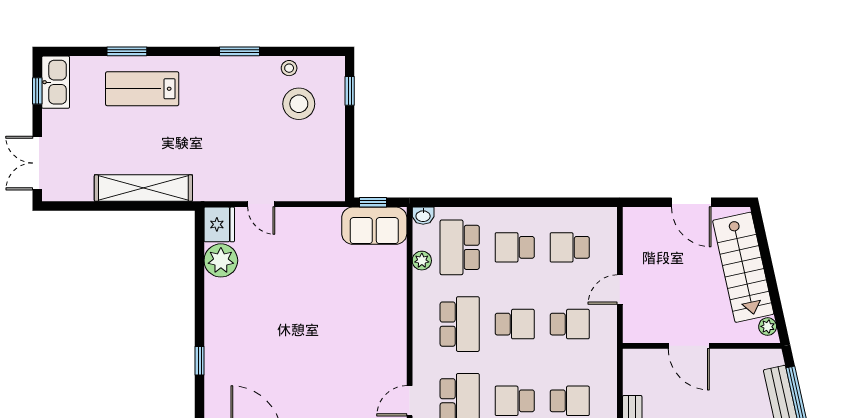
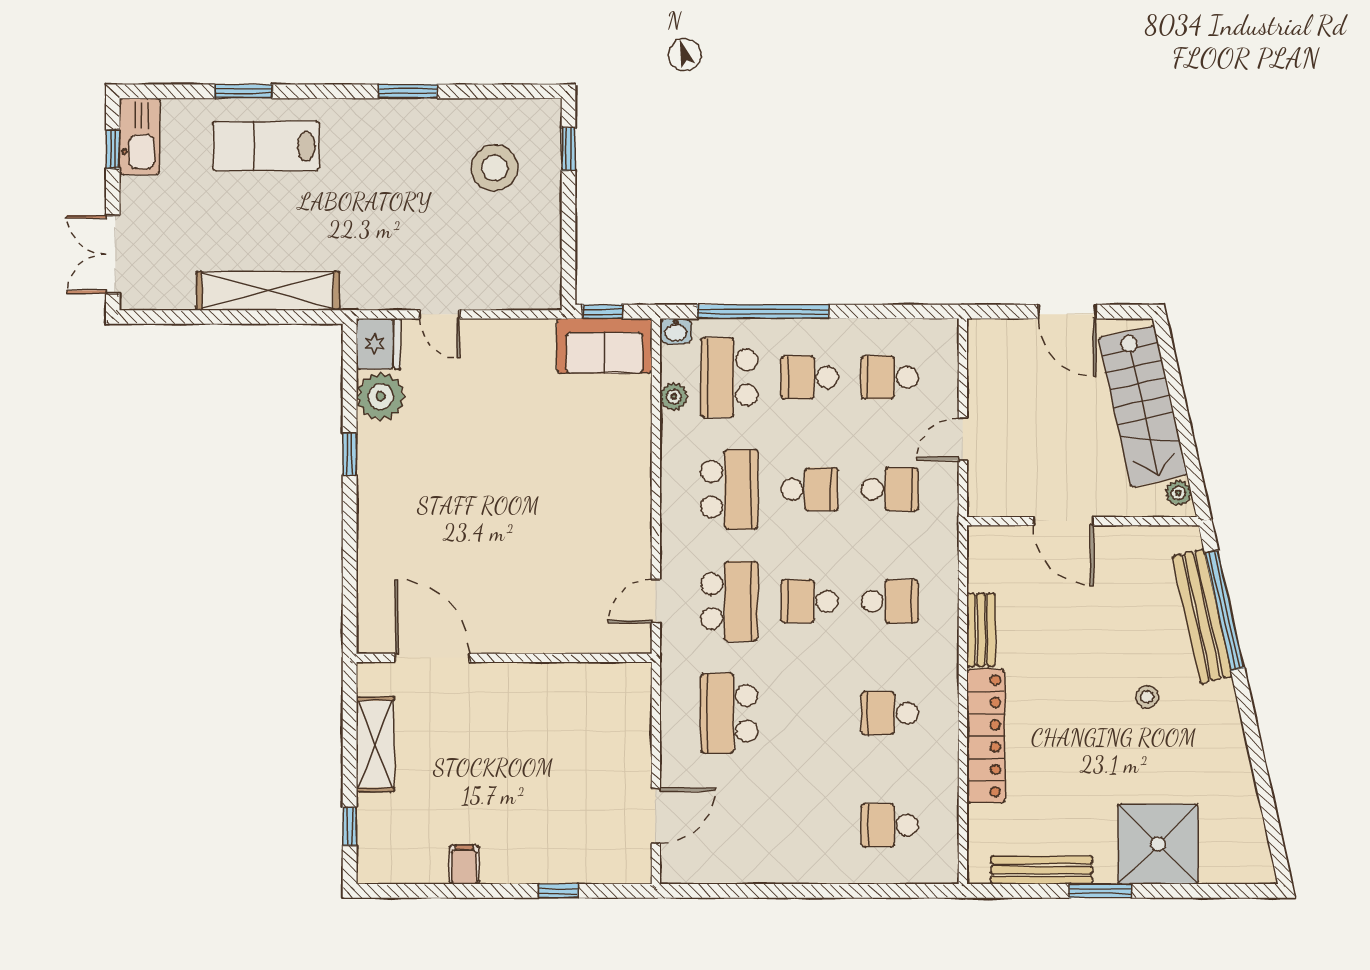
stool: (289, 68) -> (480, 116), removed
window: (483, 202) -> (763, 312), added
window: (200, 361) -> (350, 454), moved

